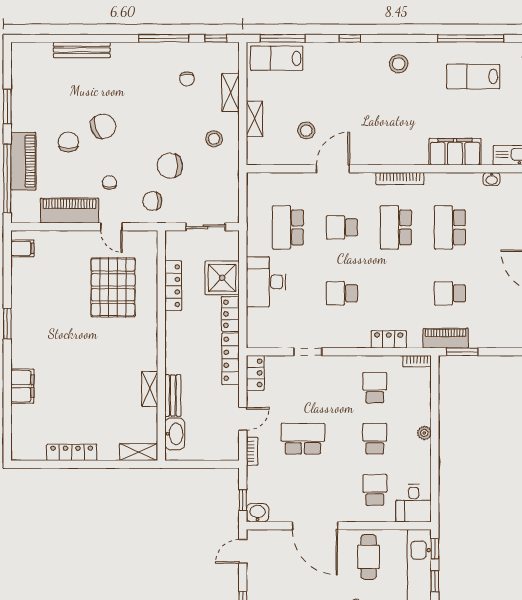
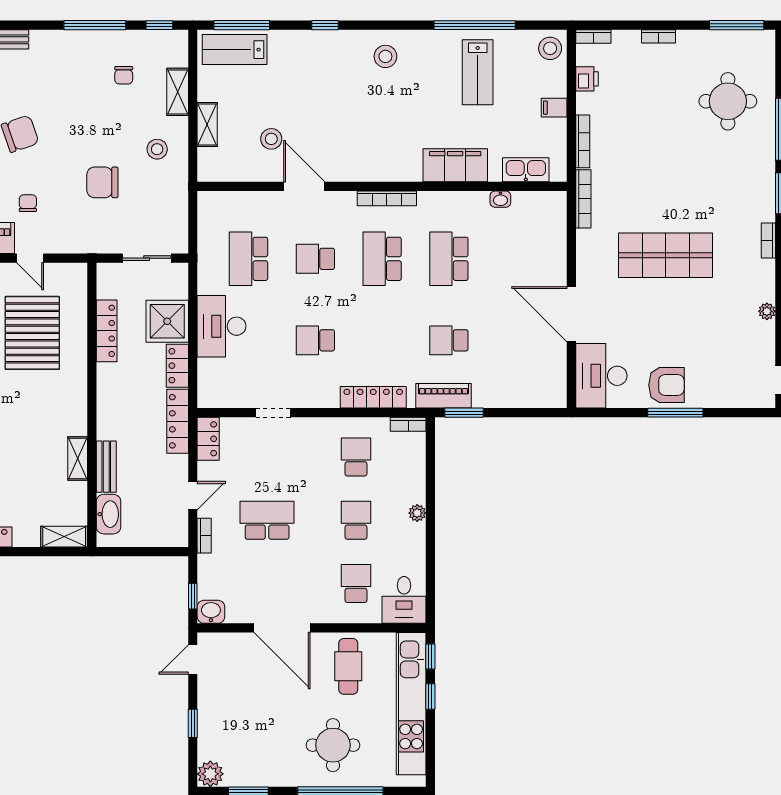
lab bench: (473, 77) -> (478, 72), turned -90
door: (333, 169) -> (304, 186), hinge flipped
chair: (152, 201) -> (81, 226), removed
locker: (389, 339) -> (373, 397), width x1.53

